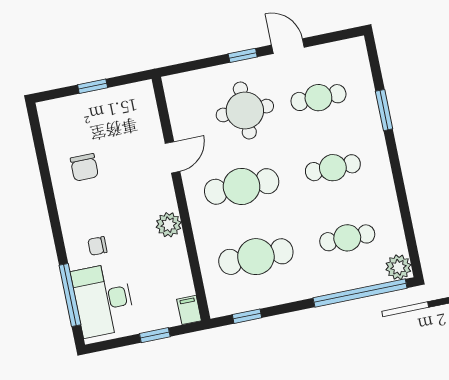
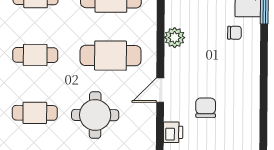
printer: (146, 110) -> (173, 132), added
chair: (84, 167) -> (206, 108), moved

